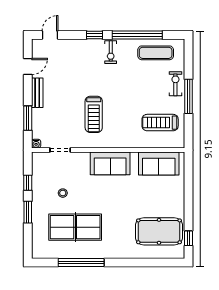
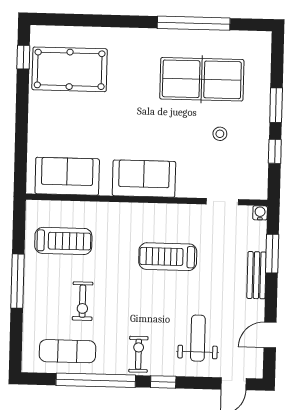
weight bench: (73, 63) -> (198, 338), added
exercise bike: (175, 84) -> (83, 301), moved
bench: (37, 93) -> (256, 275), moved
treadmill: (94, 114) -> (168, 257), turned -90

